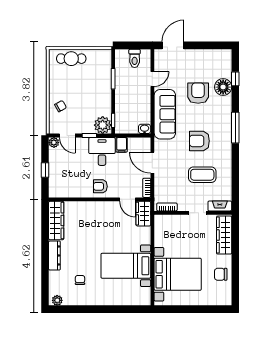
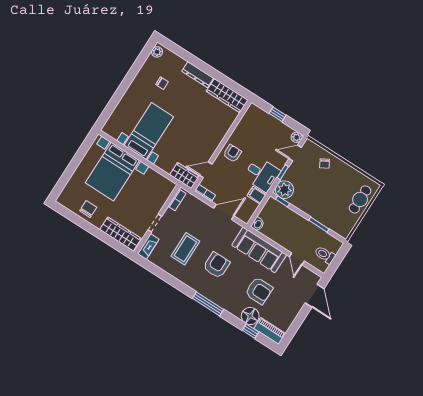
piano: (225, 63) -> (270, 331), added

